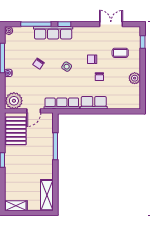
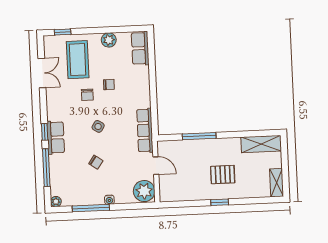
double door: (111, 24) -> (42, 73), swing flipped
row of seats: (53, 33) -> (56, 138), width x0.68
coffee table: (120, 53) -> (78, 60), width x1.86, depth x1.72
row of seats: (94, 103) -> (140, 48), moved
pallet: (16, 131) -> (223, 175), moved, width x0.67, depth x0.71

